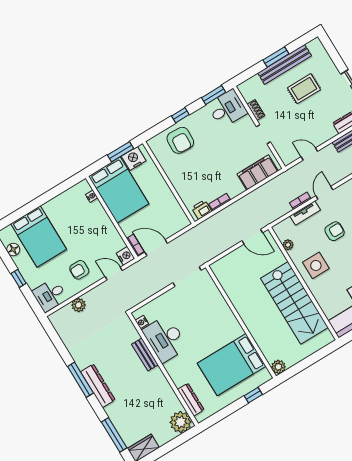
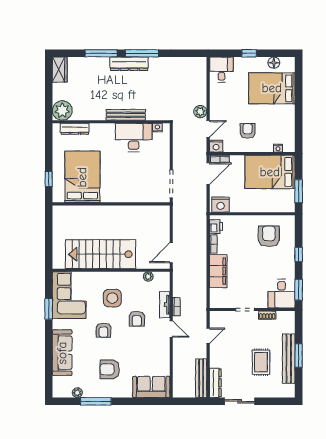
armchair: (180, 140) -> (269, 236), moved, turned 87
nightstand: (134, 158) -> (221, 205), moved, turned 90
filing cabinet: (258, 173) -> (218, 271), moved
side table: (316, 265) -> (112, 298), moved
armchair: (79, 270) -> (248, 131), moved
plant: (79, 305) -> (200, 112), moved
bench: (145, 354) -> (126, 115), width x1.36
plant: (278, 367) -> (59, 212), removed
window: (114, 435) -> (101, 53), moved

